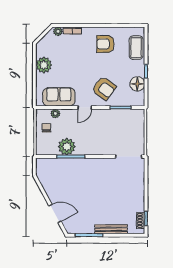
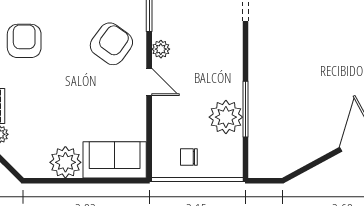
armchair: (106, 44) -> (24, 41), turned 180
sofa: (59, 97) -> (115, 160), moved, turned 90
plant: (55, 113) -> (161, 49), moved

